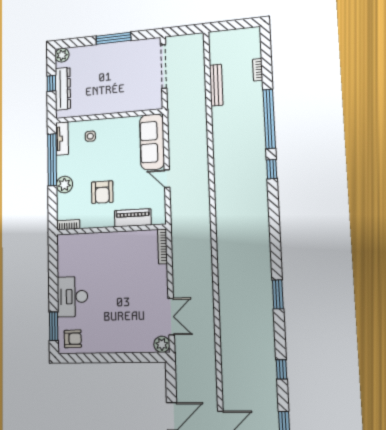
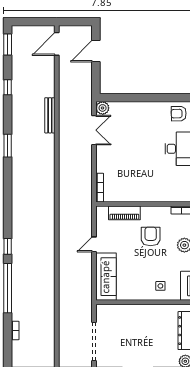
bench: (216, 85) -> (50, 115), moved
door: (167, 179) -> (94, 244), swing flipped
double door: (171, 317) -> (94, 130), swing flipped

